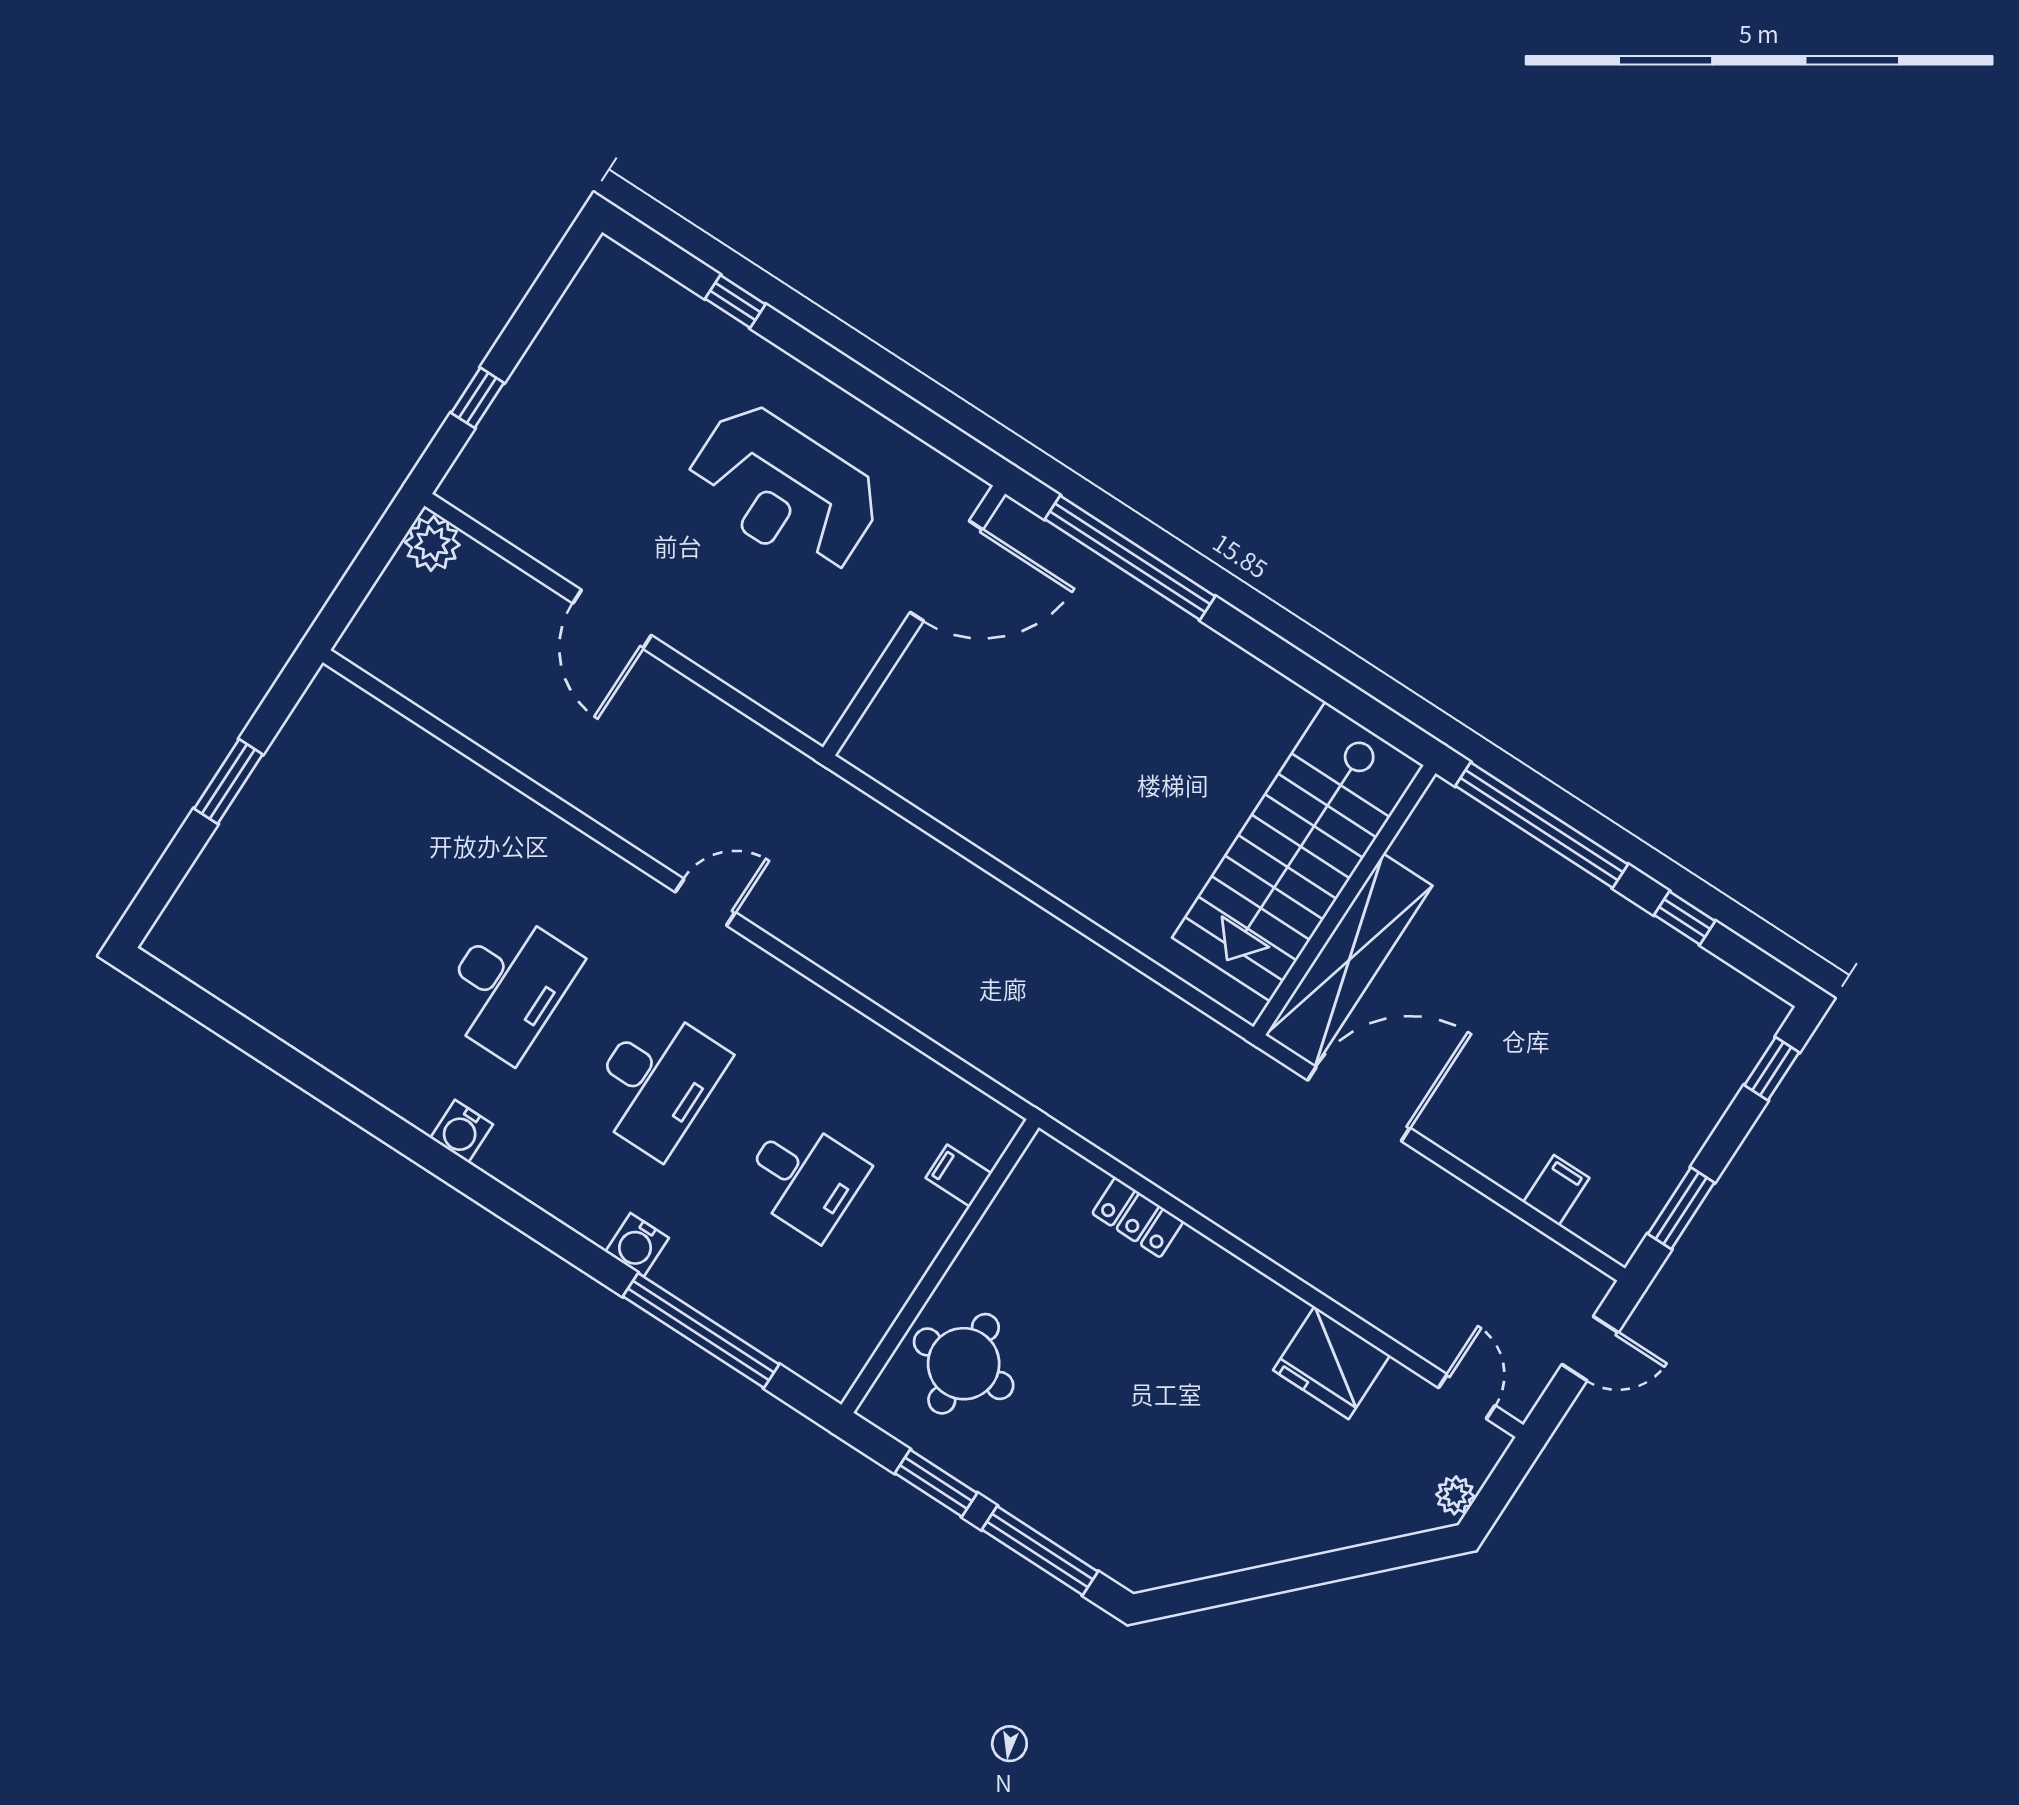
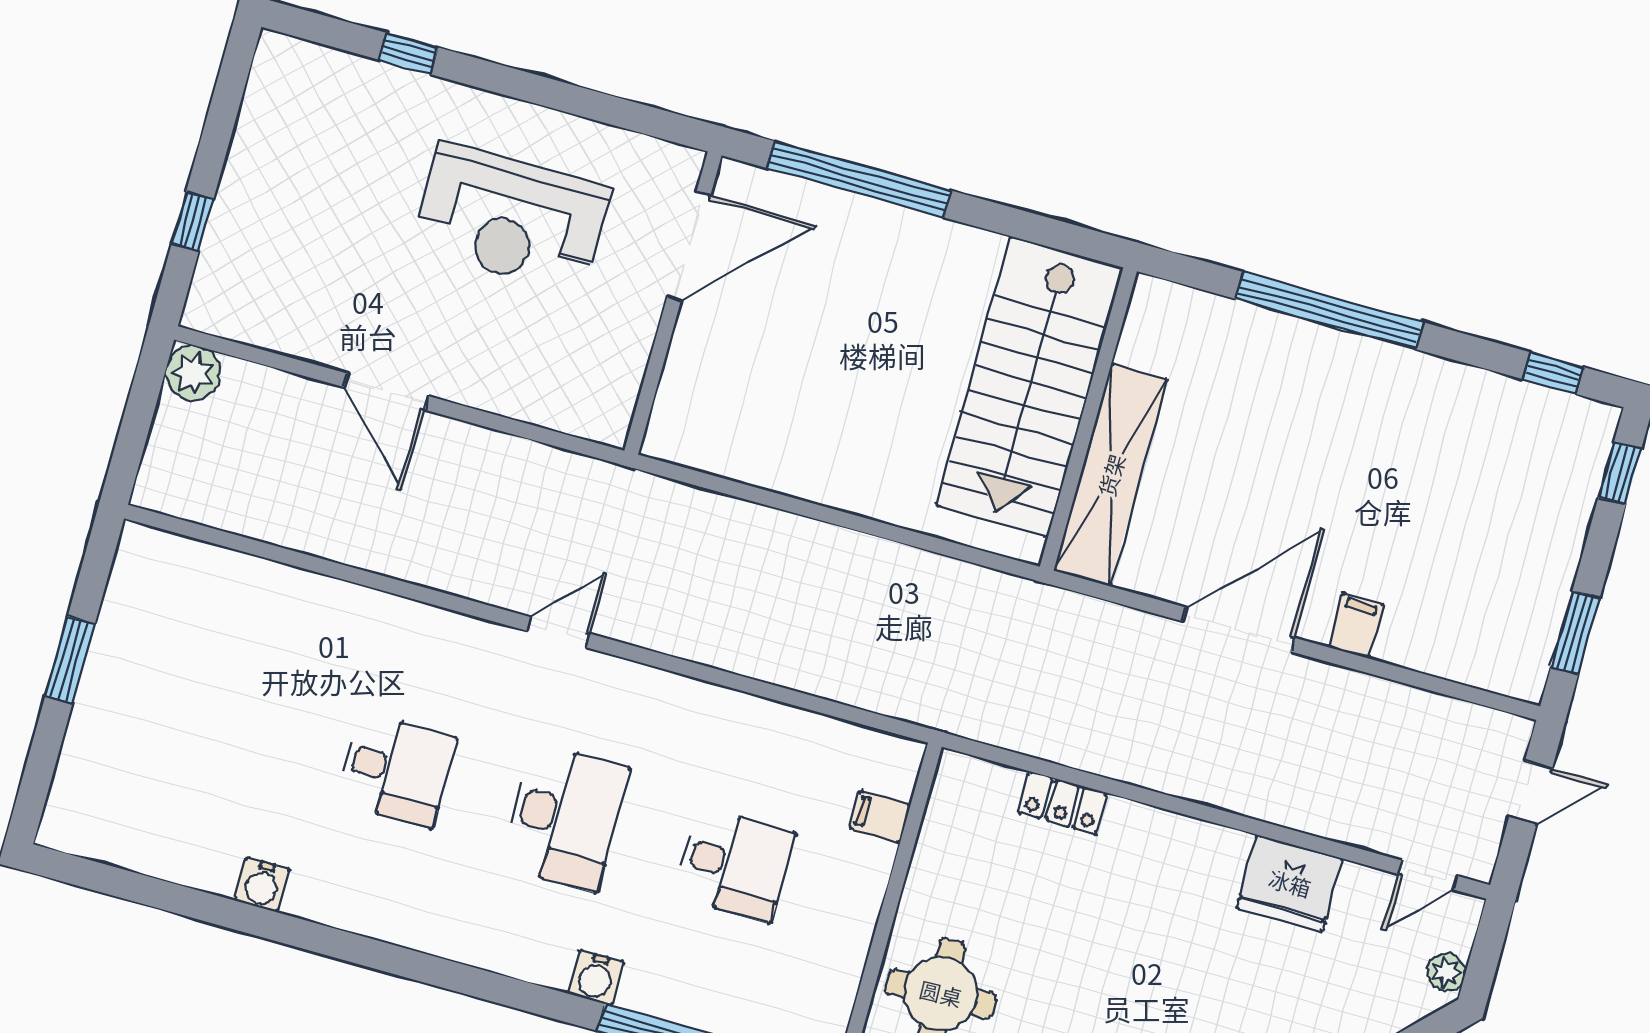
stairs: (1298, 851) -> (1030, 387), moved
wall: (1344, 900) -> (1088, 419), moved
window: (1685, 918) -> (1554, 373), moved
shelving: (1349, 960) -> (1111, 475), moved
desk: (508, 985) -> (396, 770), width x0.73
water cooler: (462, 1131) -> (262, 885), moved
filing cabinet: (1556, 1190) -> (1356, 626), moved
door: (1467, 1397) -> (1428, 875), swing flipped

